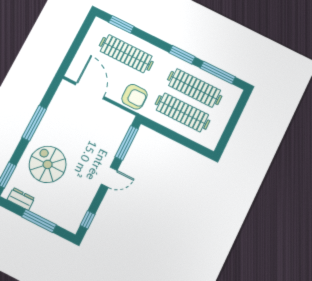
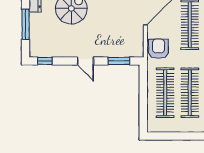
armchair: (135, 97) -> (158, 49), turned 180
window: (127, 143) -> (119, 61), width x0.69

